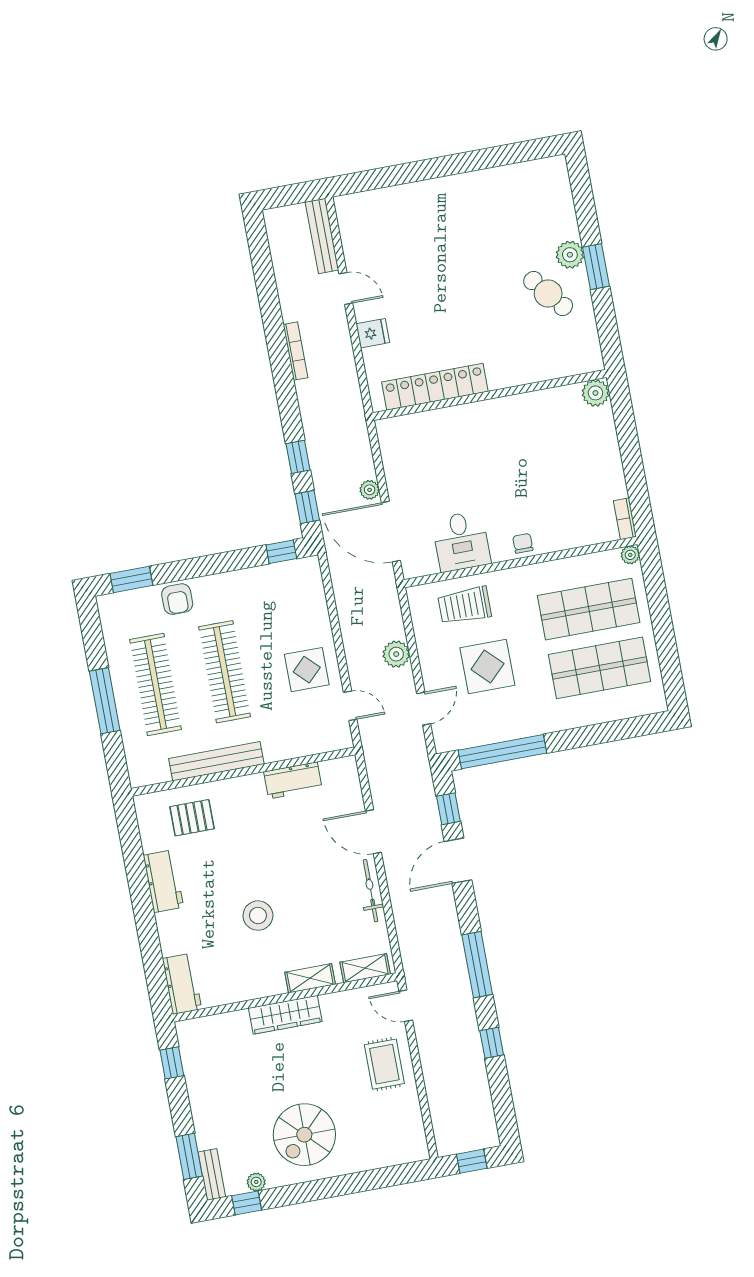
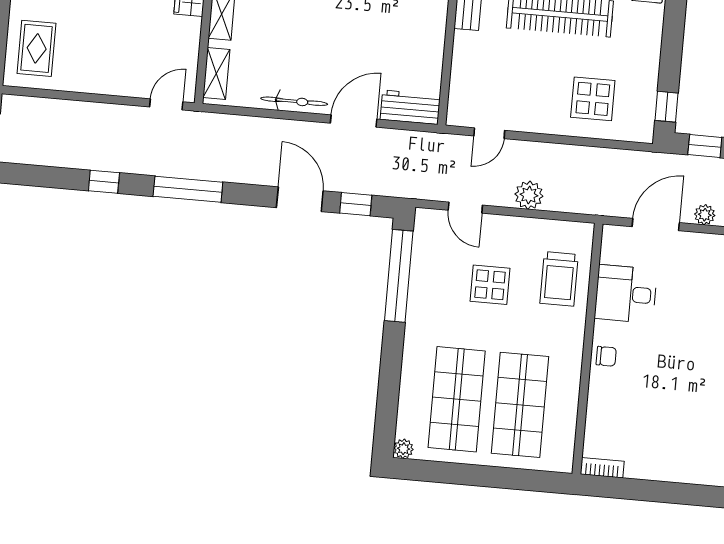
door: (391, 532) -> (656, 225), width x0.73
plant: (630, 555) -> (403, 449), moved
trolley: (465, 606) -> (559, 279), turned 180
display table: (487, 667) -> (490, 285), width x0.73, depth x0.73
display table: (307, 670) -> (593, 99), moved
workbench: (293, 780) -> (410, 107), moved, turned 90
rug: (384, 1064) -> (37, 48), moved, turned 90

